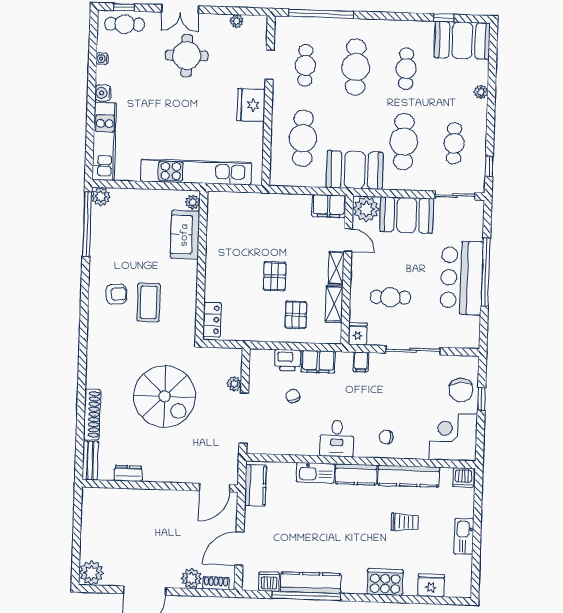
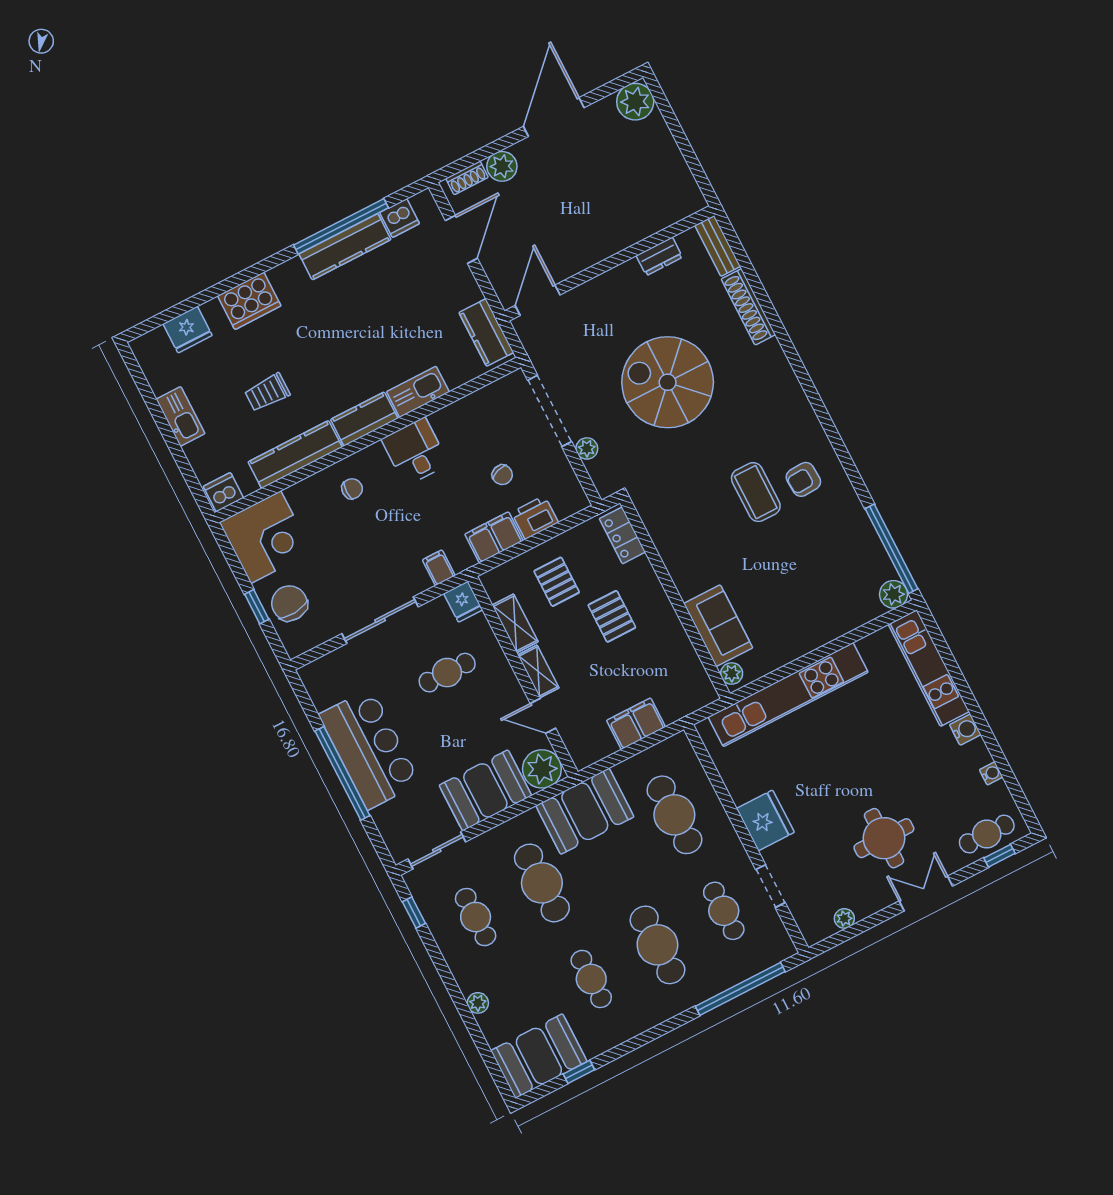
plant: (193, 202) -> (732, 673), moved
filing cabinet: (329, 206) -> (636, 724), moved
sofa: (185, 235) -> (718, 626), moved
wall: (201, 265) -> (675, 598), moved
locker: (212, 320) -> (622, 535), moved

